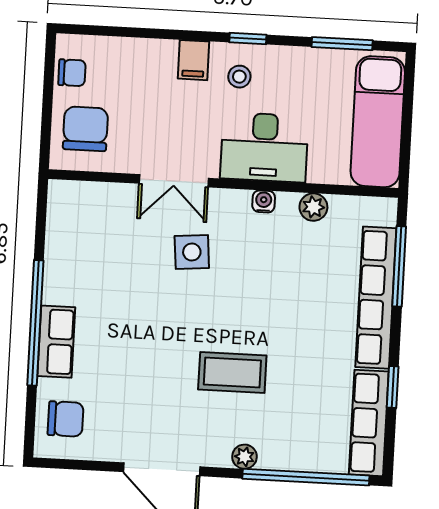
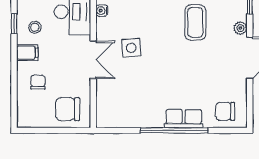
chair: (72, 73) -> (38, 82), moved
chair: (66, 419) -> (225, 111), turned -90
plant: (244, 457) -> (240, 28), moved

